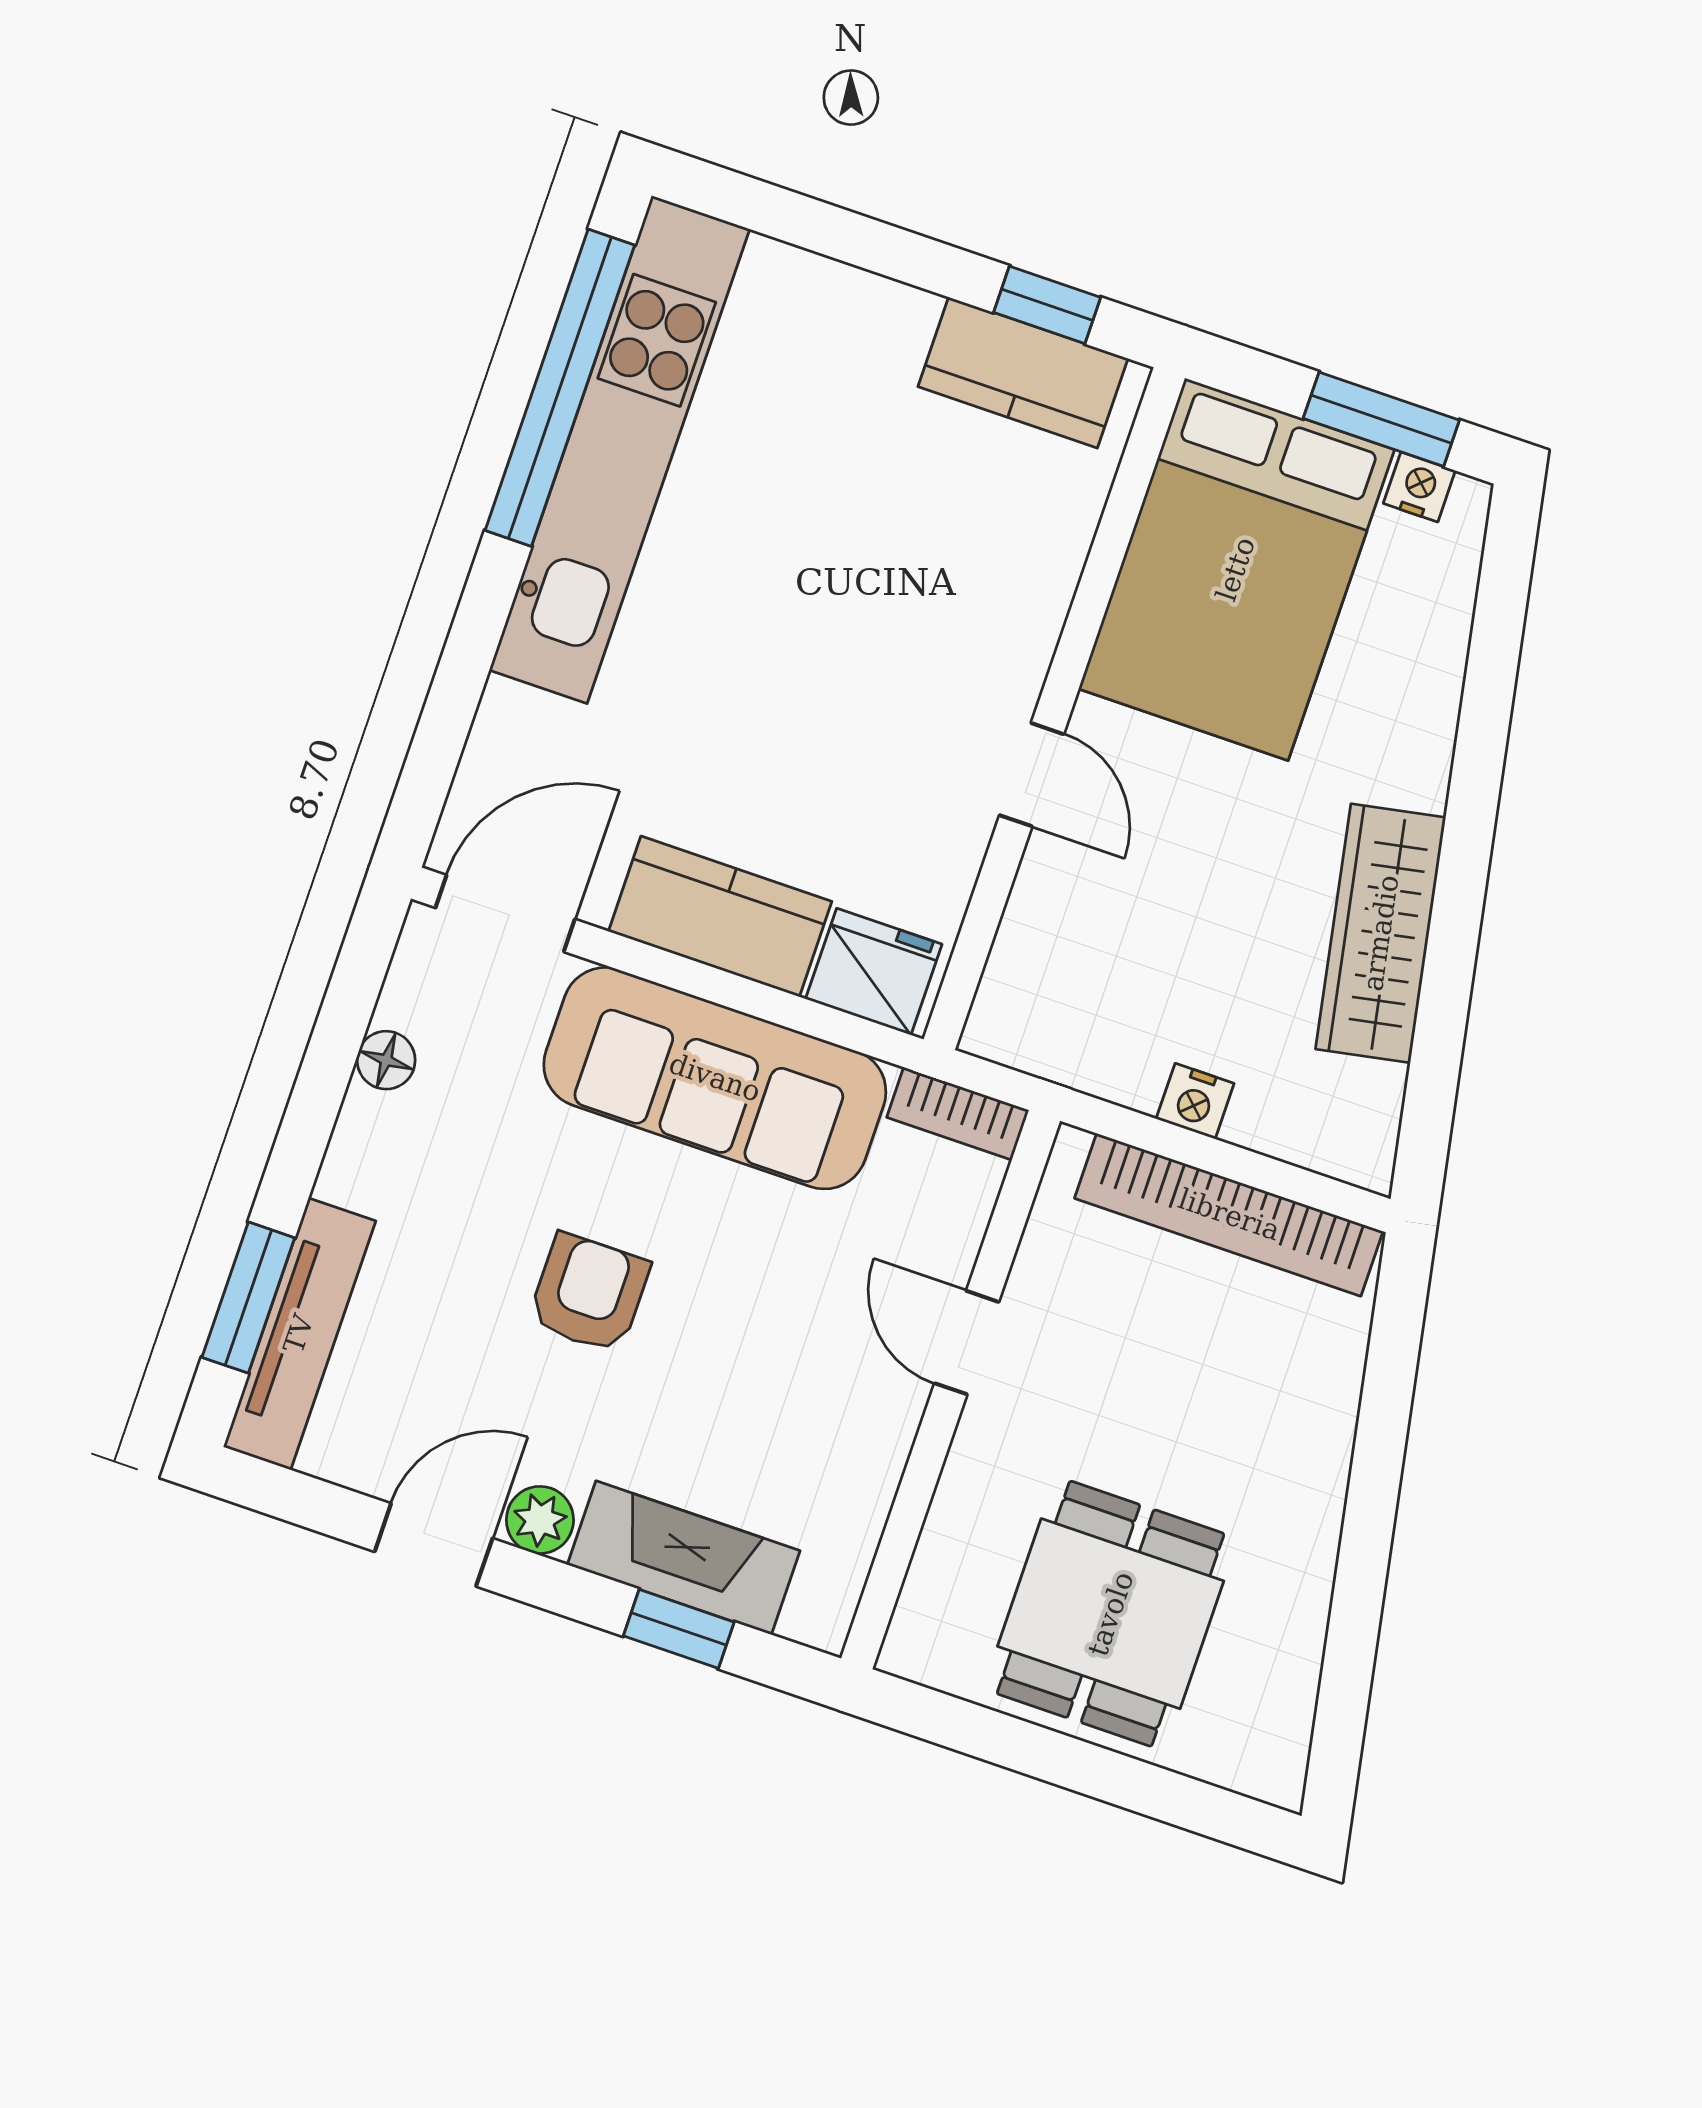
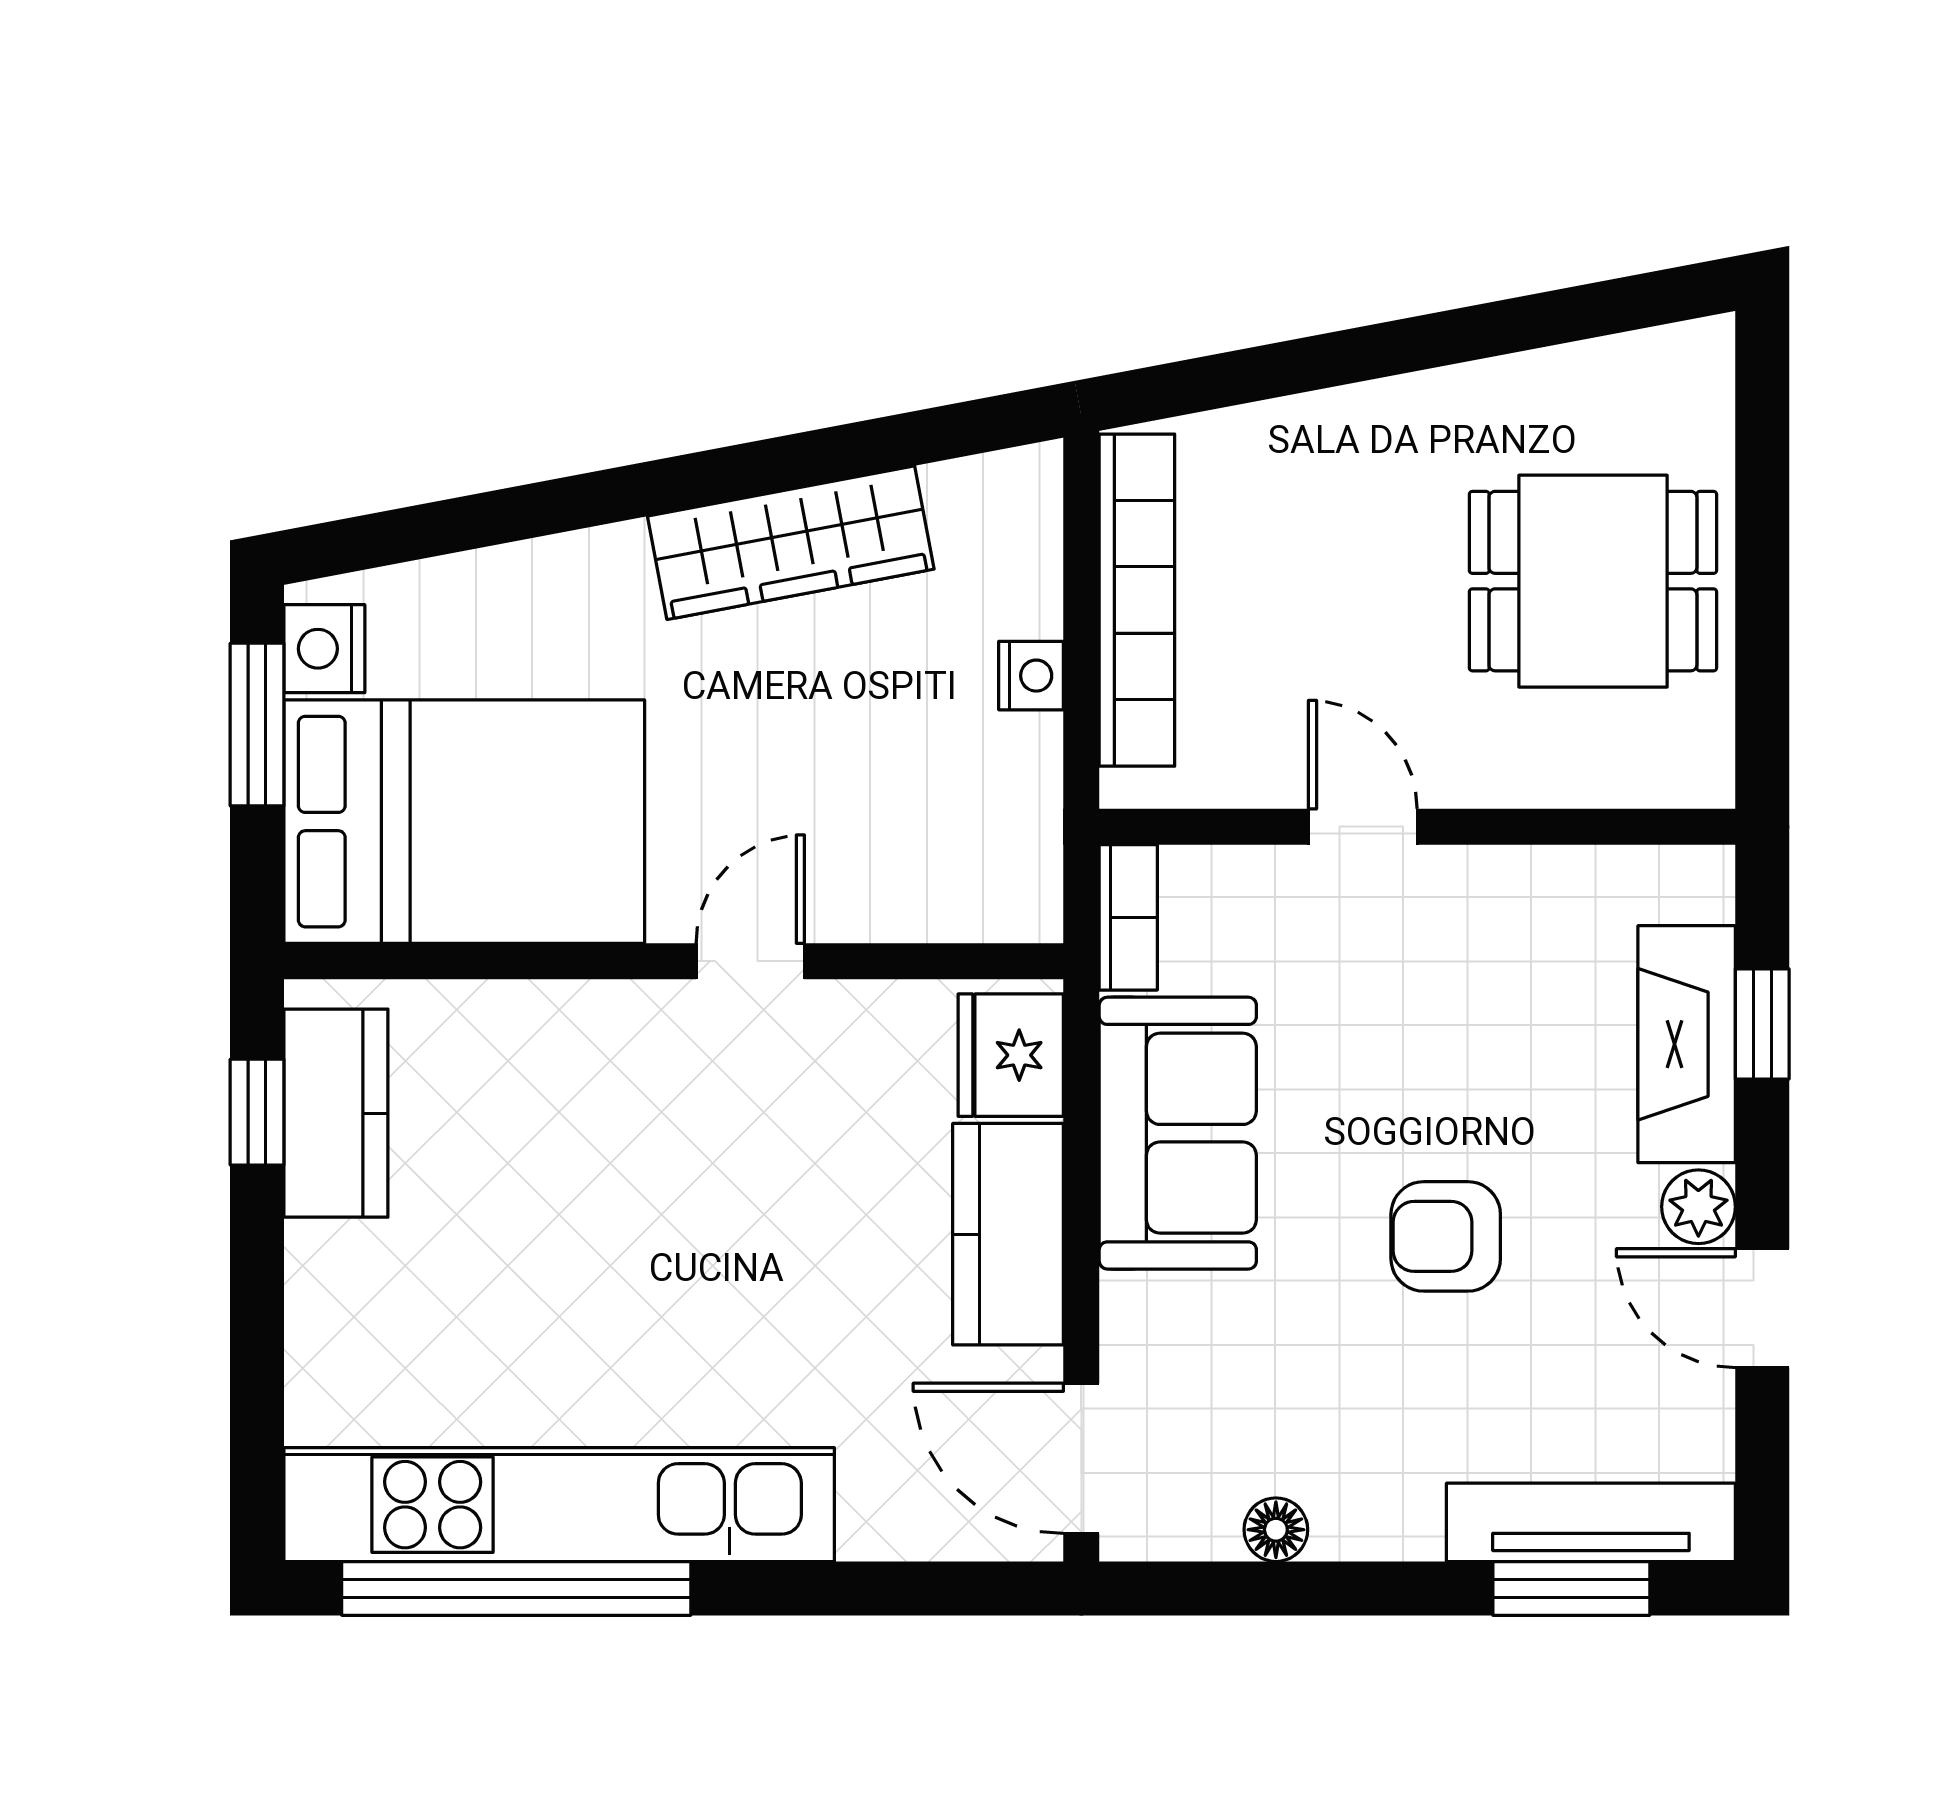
nightstand: (1419, 487) -> (324, 649), width x1.39, depth x1.35
sofa: (715, 1078) -> (1178, 1133), width x0.73
door: (967, 1343) -> (1363, 827), swing flipped

